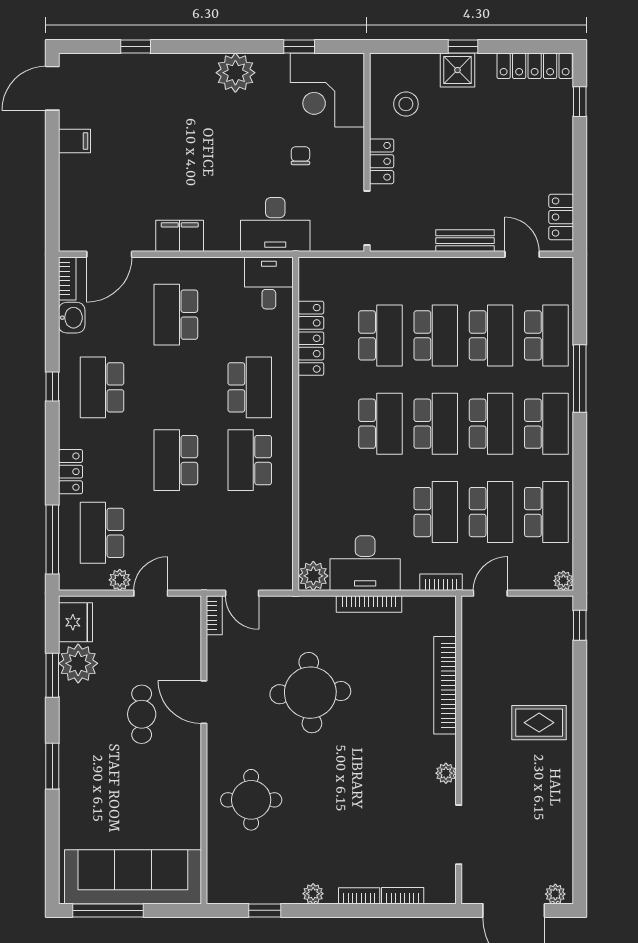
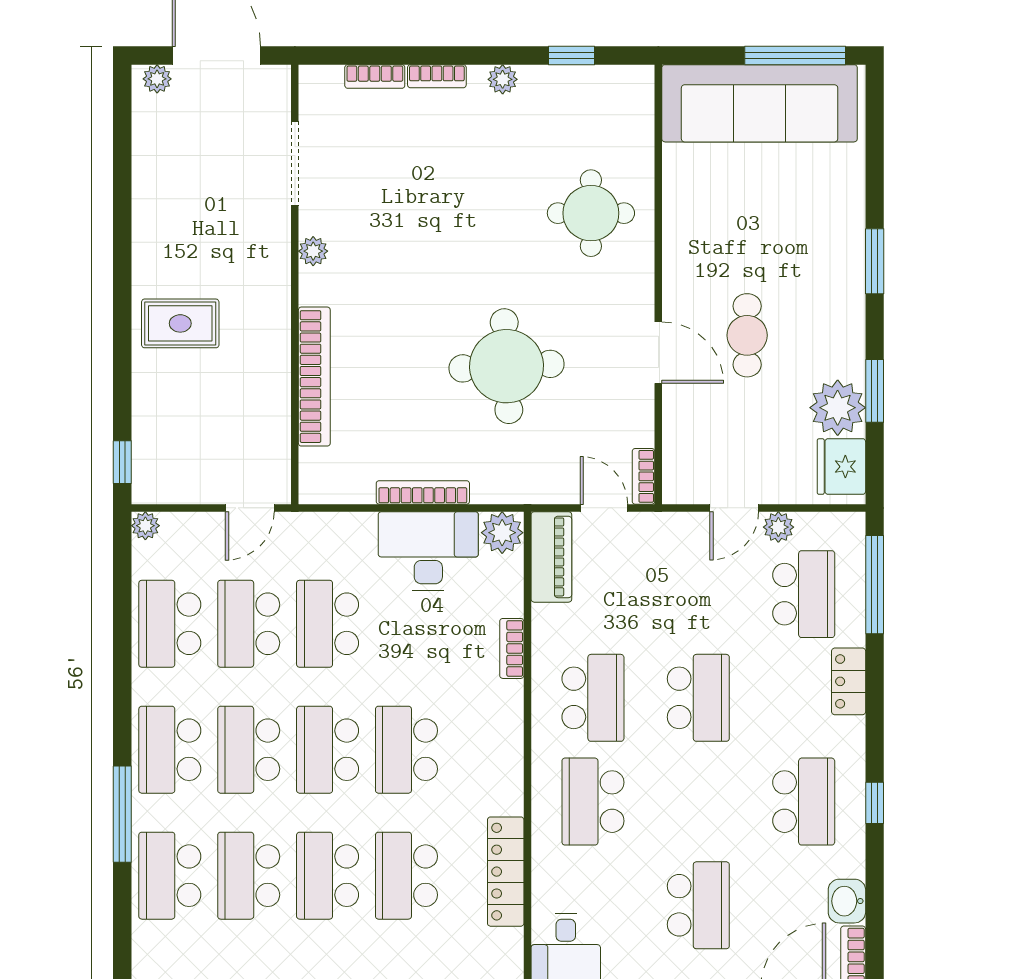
piano: (279, 559) -> (551, 557), added
bookcase: (441, 582) -> (512, 648), moved, turned 90

